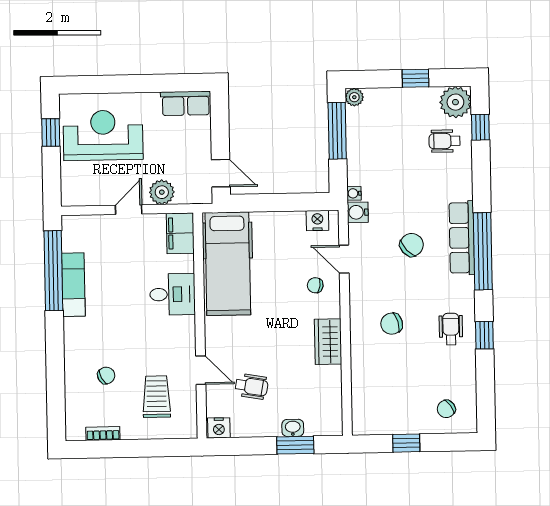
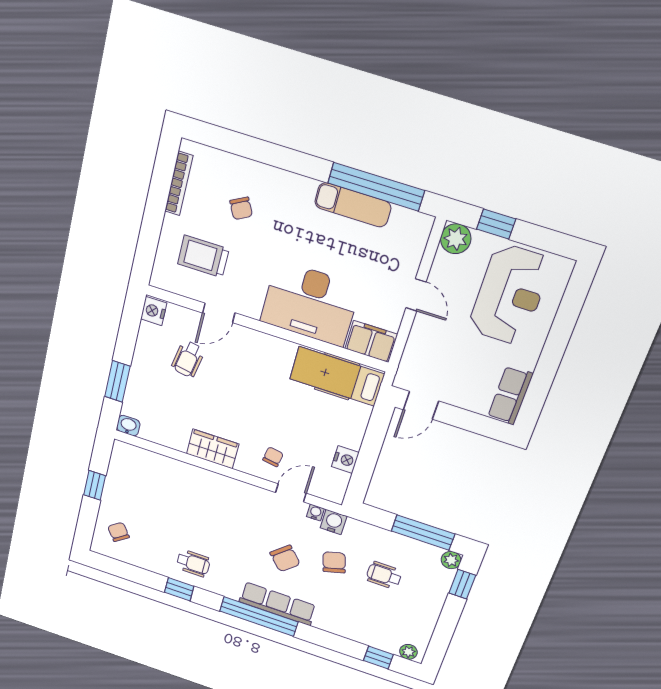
window: (415, 78) -> (462, 584), moved
plant: (455, 102) -> (408, 652), width x0.53, depth x0.53
window: (51, 133) -> (496, 224), moved
wheelchair: (445, 141) -> (384, 575), moved, turned -90
plant: (162, 192) -> (456, 239), moved
water cooler: (354, 193) -> (315, 513), moved
nightstand: (317, 221) -> (345, 460), moved
hospital bed: (228, 264) -> (337, 376), width x0.73, depth x0.78
desk: (172, 294) -> (310, 304), width x1.87, depth x1.30
chair: (392, 324) -> (334, 562), moved
trolley: (157, 397) -> (203, 256), turned 180
washbasin: (293, 428) -> (128, 426), moved, turned -90
bookcase: (103, 433) -> (179, 183), width x1.56

